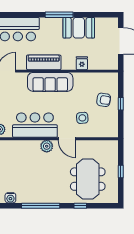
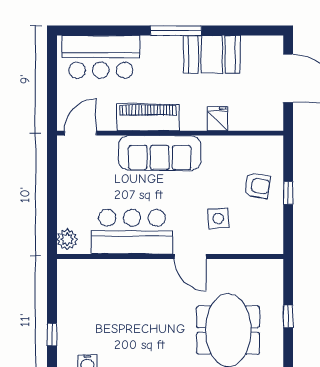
plant: (47, 146) -> (153, 270), removed

